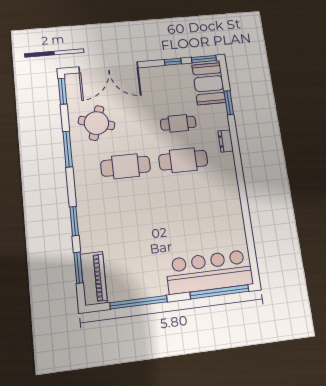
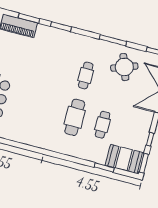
round table: (96, 123) -> (124, 67), turned -36
dresser: (226, 141) -> (77, 153), removed
cafe table: (126, 166) -> (86, 75), width x0.73, depth x0.74

